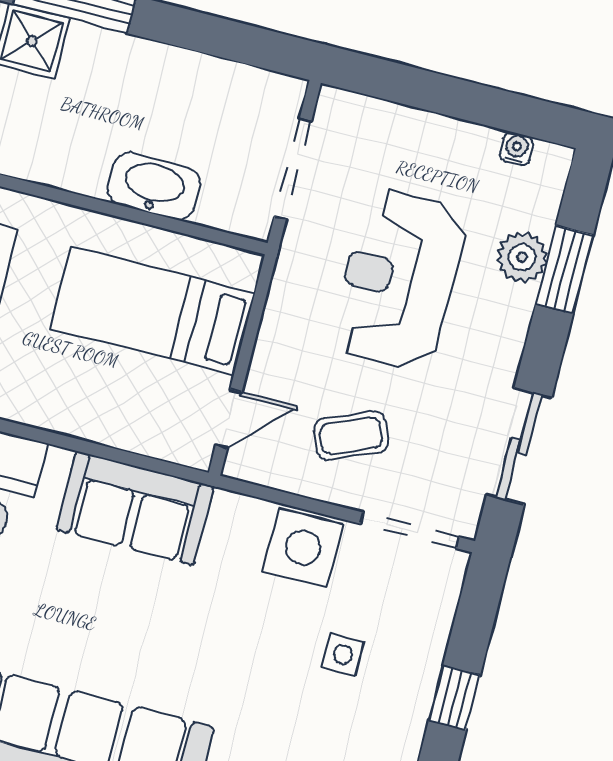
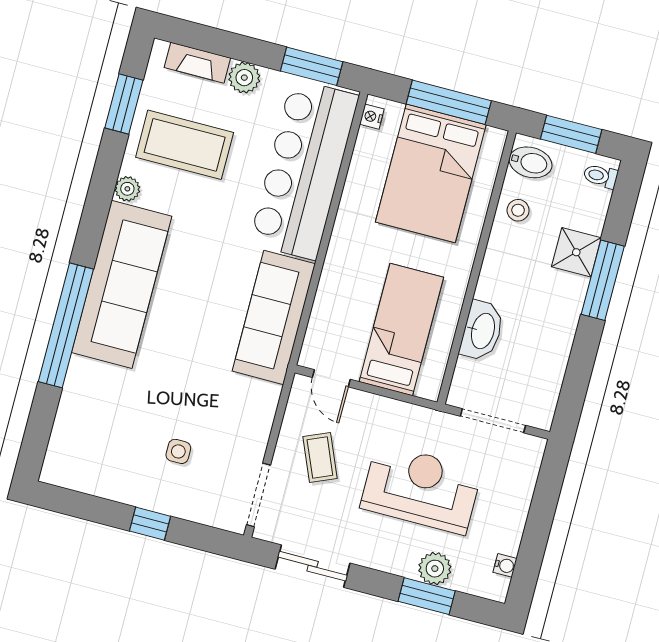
sofa: (135, 508) -> (274, 317), width x1.36
side table: (303, 548) -> (248, 426), removed

